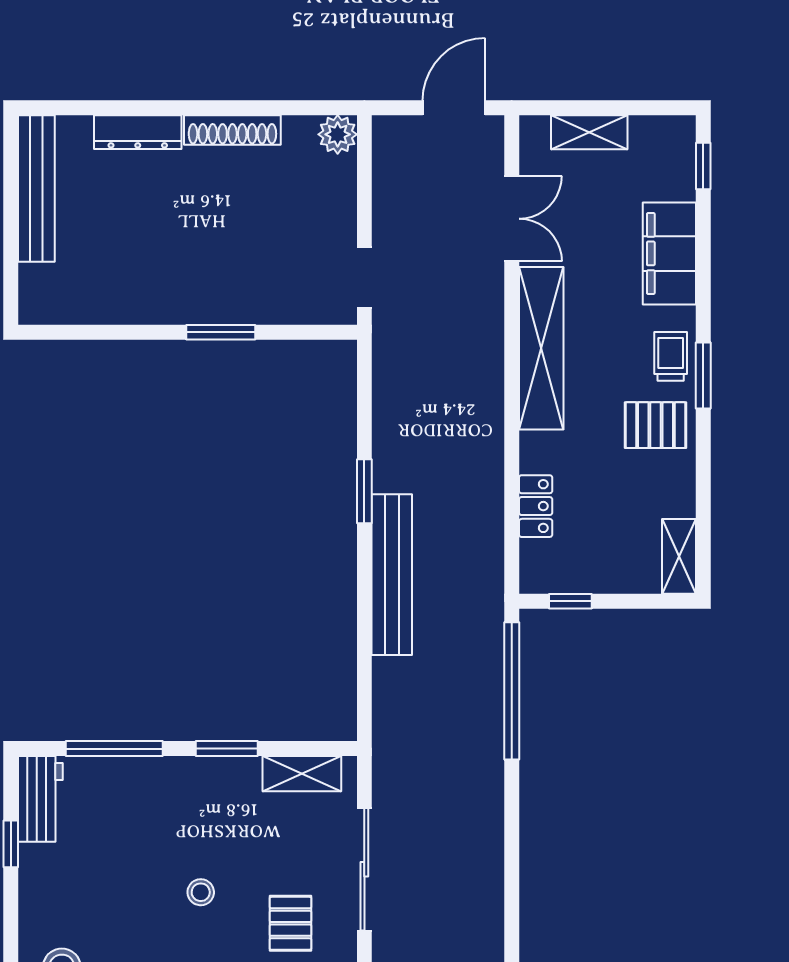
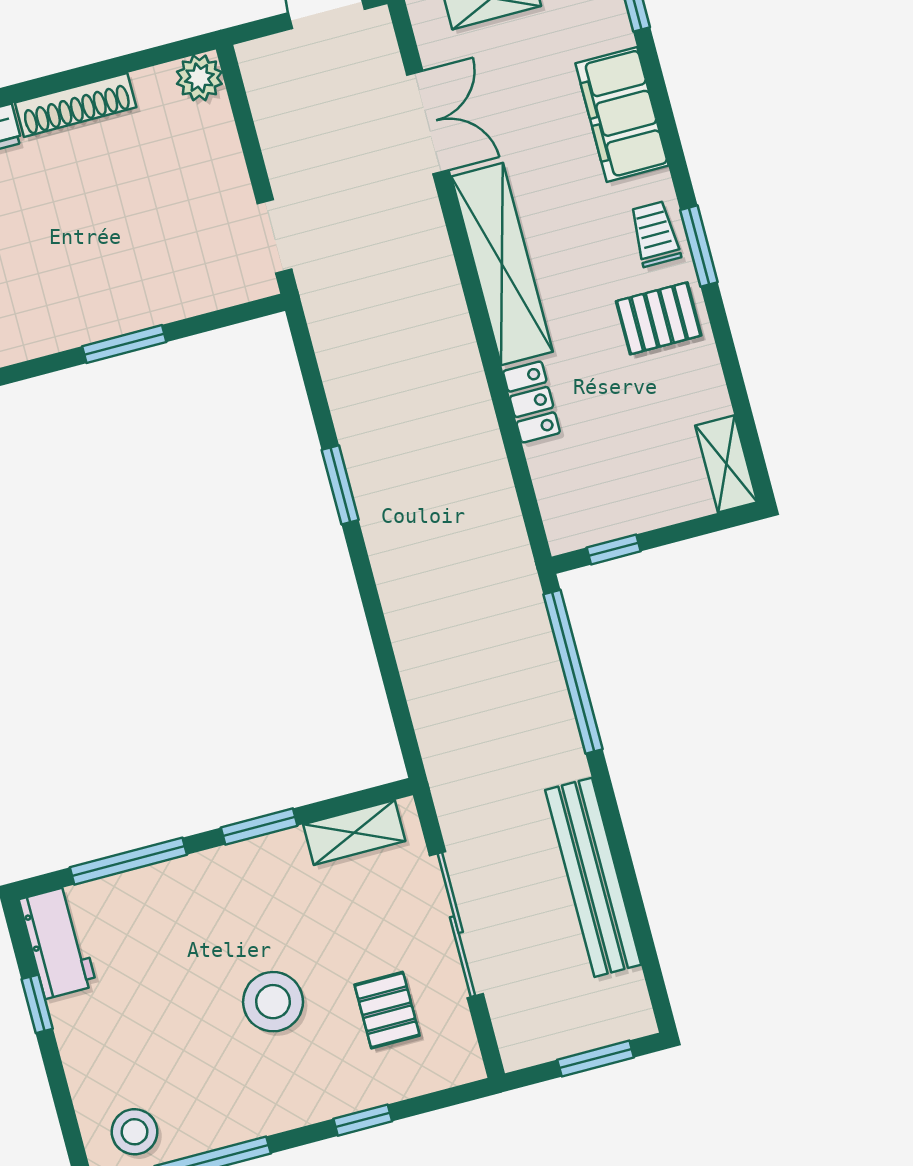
locker: (536, 506) -> (532, 402), moved
bench: (392, 575) -> (593, 877), moved
stool: (201, 892) -> (273, 1002), width x1.89, depth x1.89

